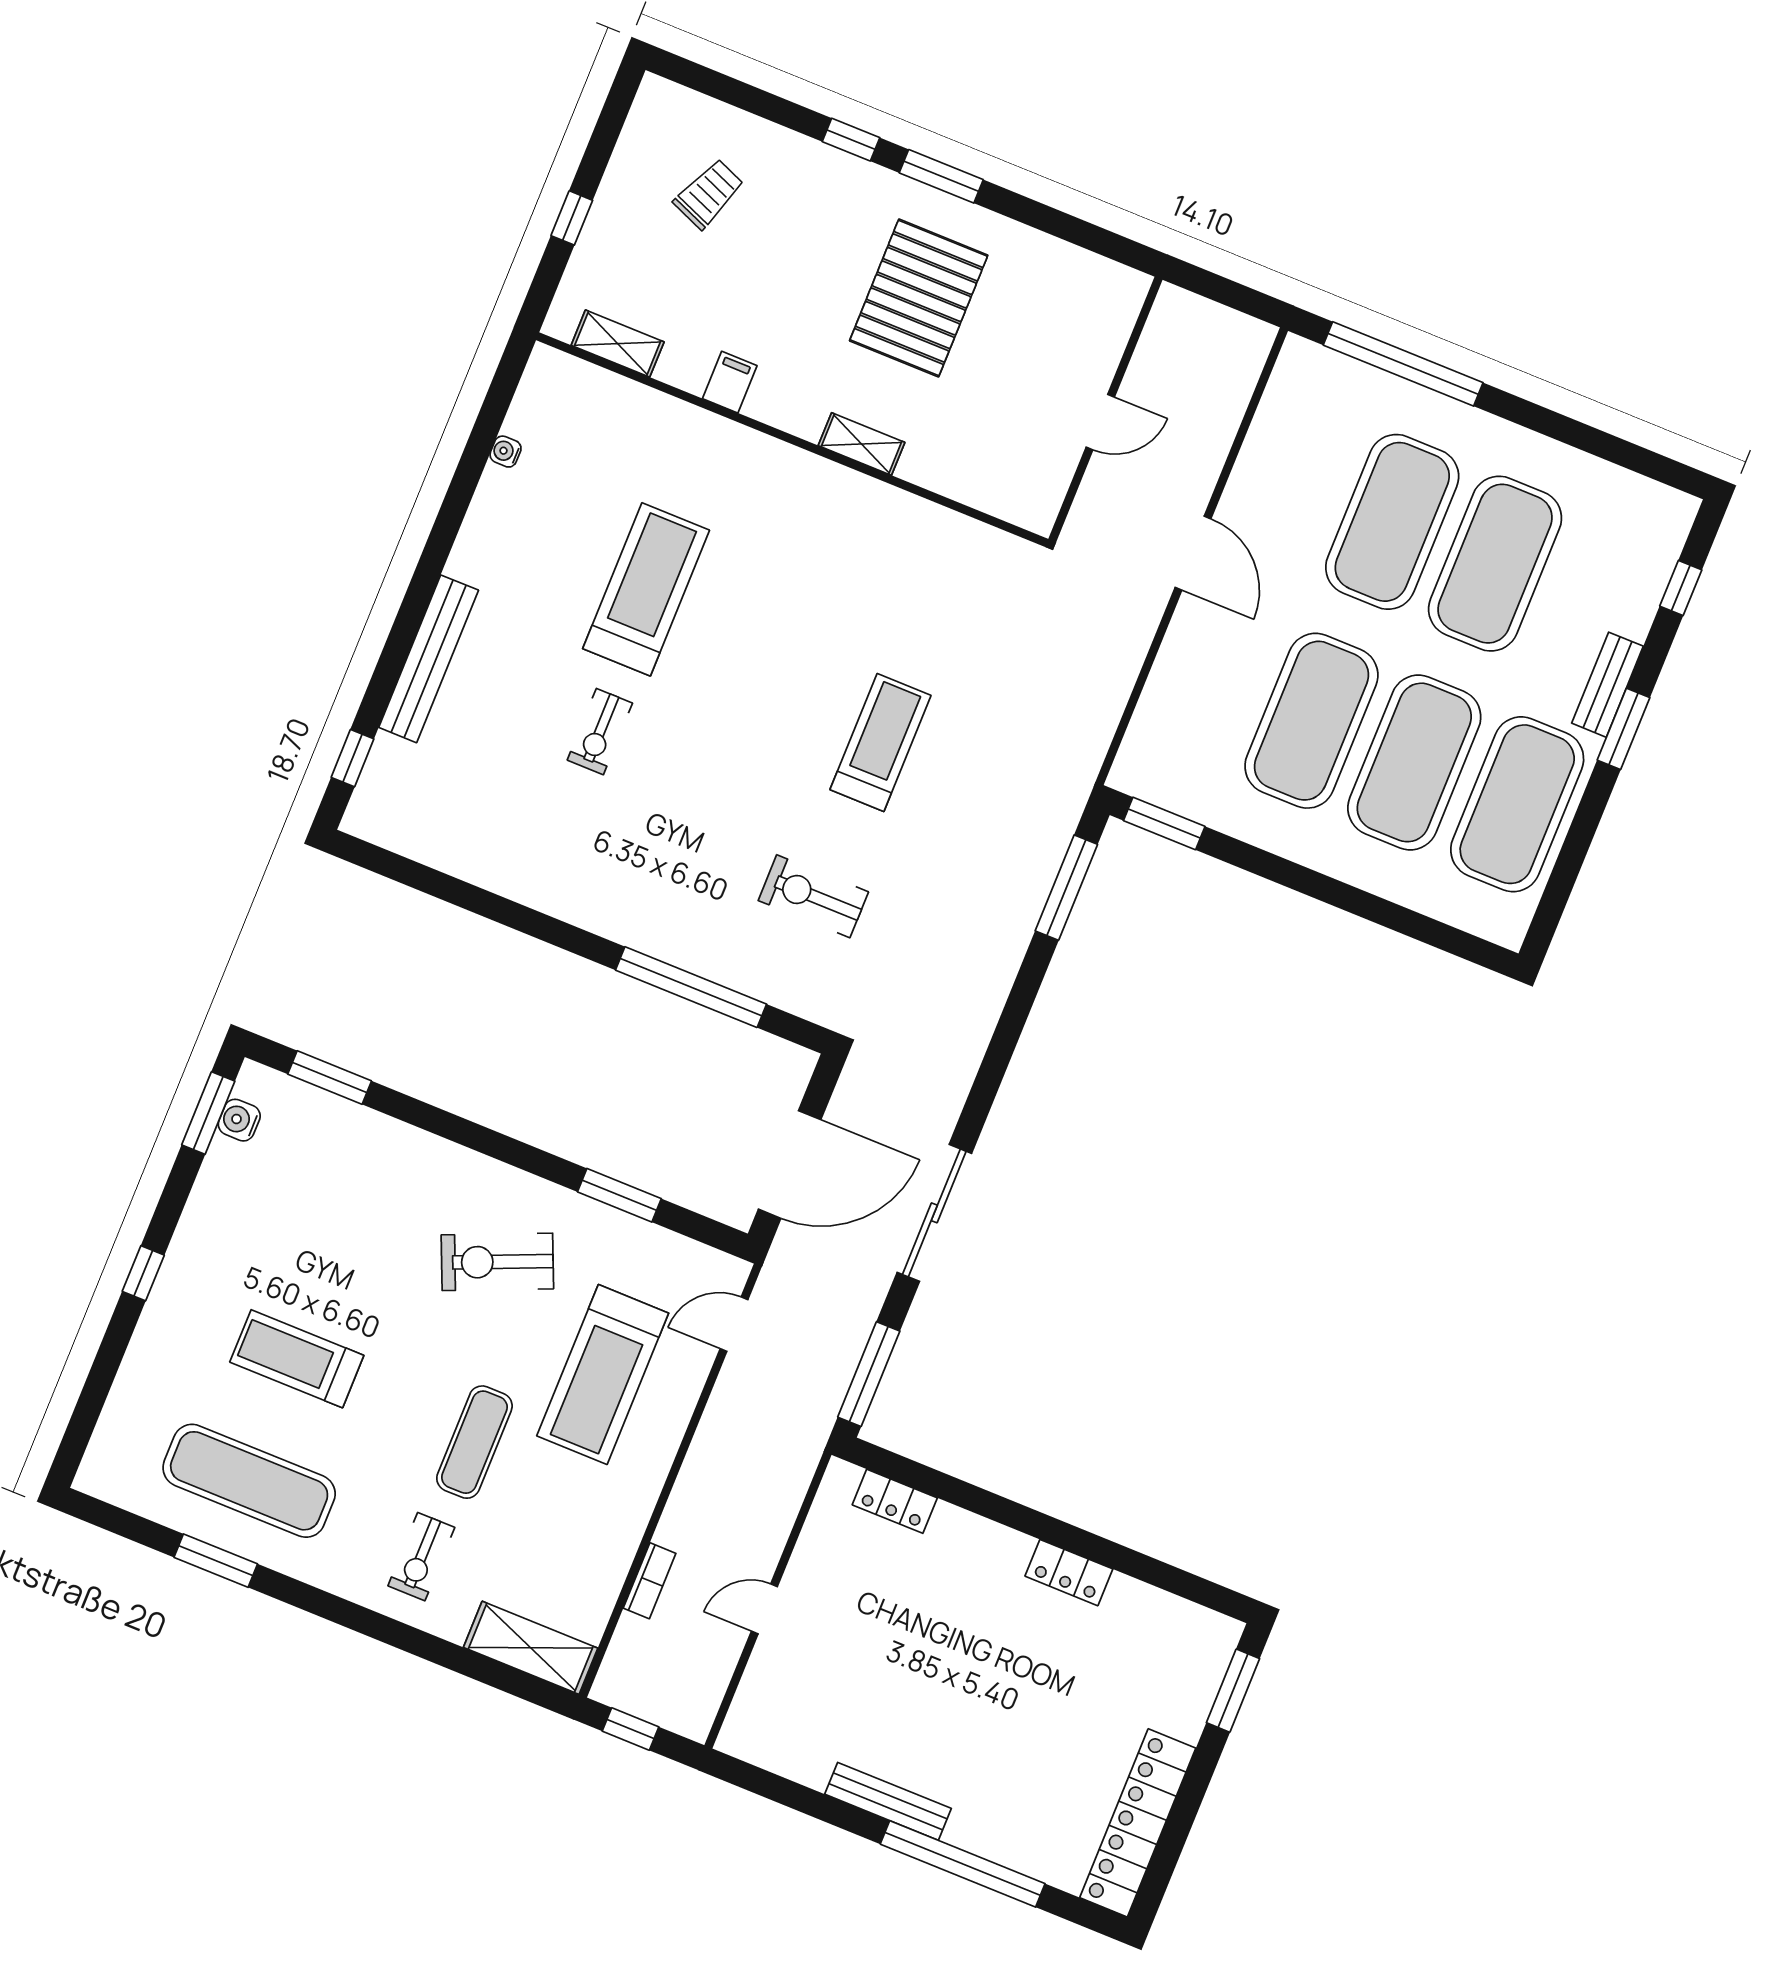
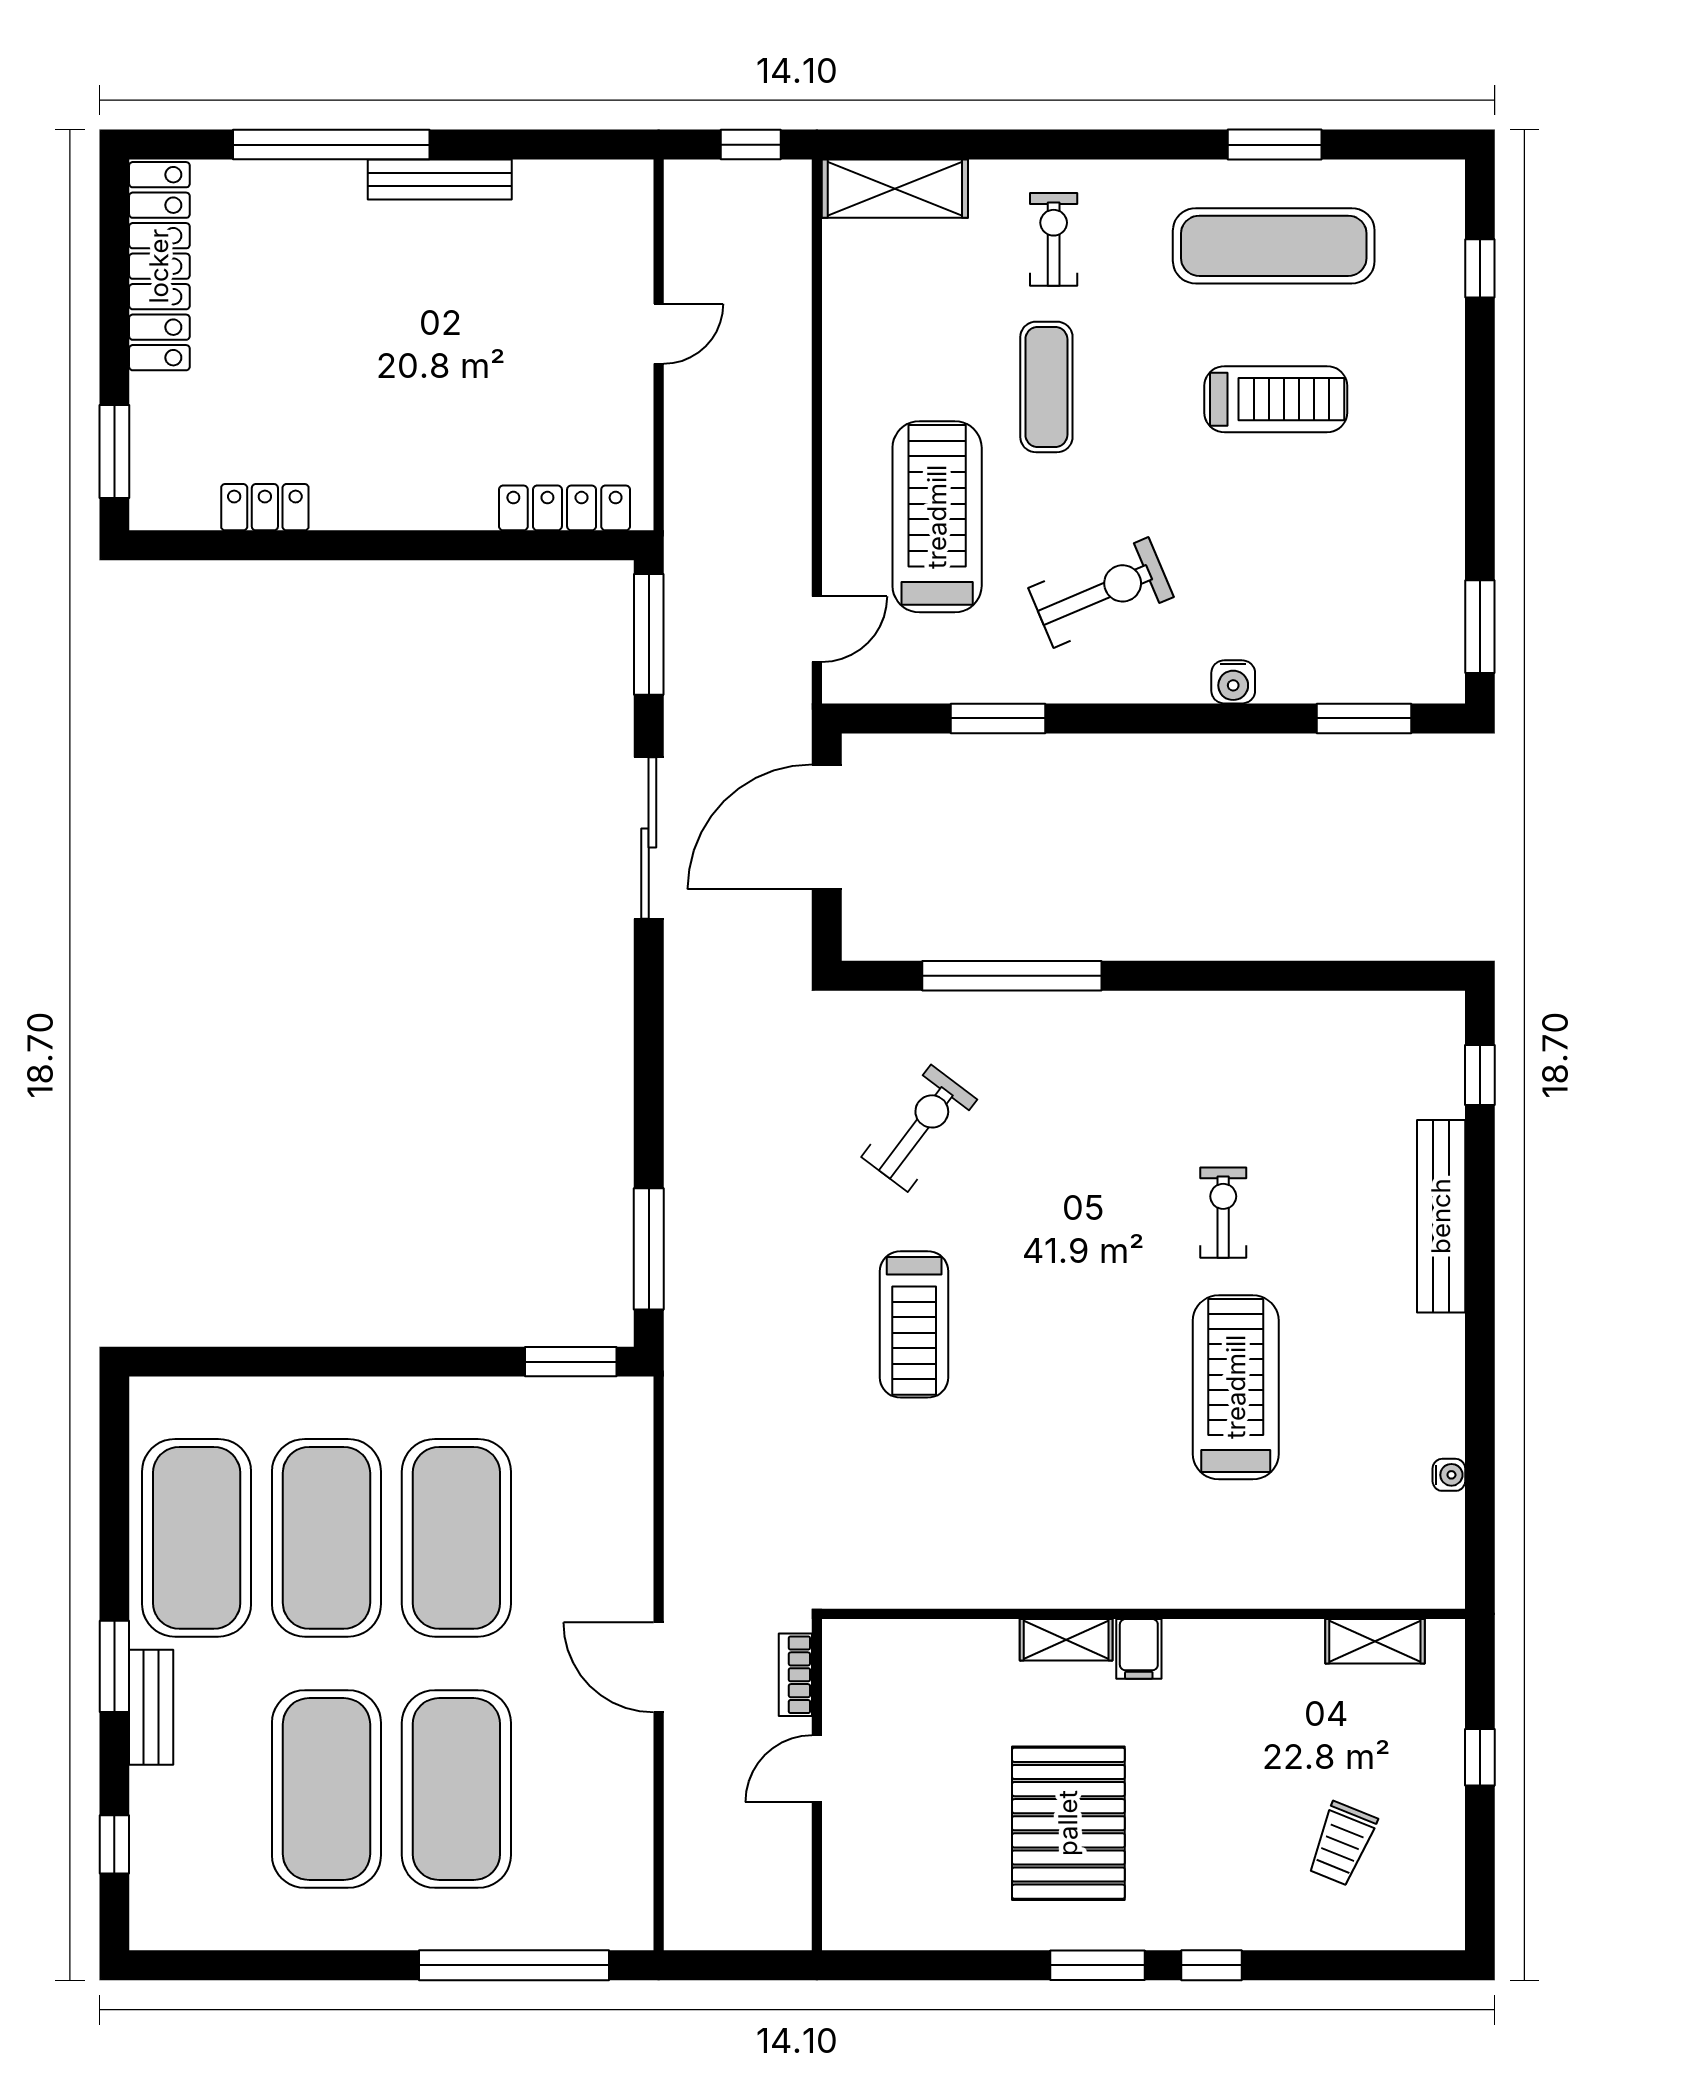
filing cabinet: (730, 382) -> (1139, 1649), moved
treadmill: (646, 589) -> (1236, 1387), turned 180
exercise bike: (813, 896) -> (919, 1128), turned -53
water cooler: (239, 1120) -> (1233, 682), moved, turned 90
window: (143, 1273) -> (1480, 268), moved
locker: (895, 1501) -> (564, 508), width x1.53
locker: (1069, 1573) -> (265, 507), moved
bookcase: (650, 1581) -> (795, 1675), moved

